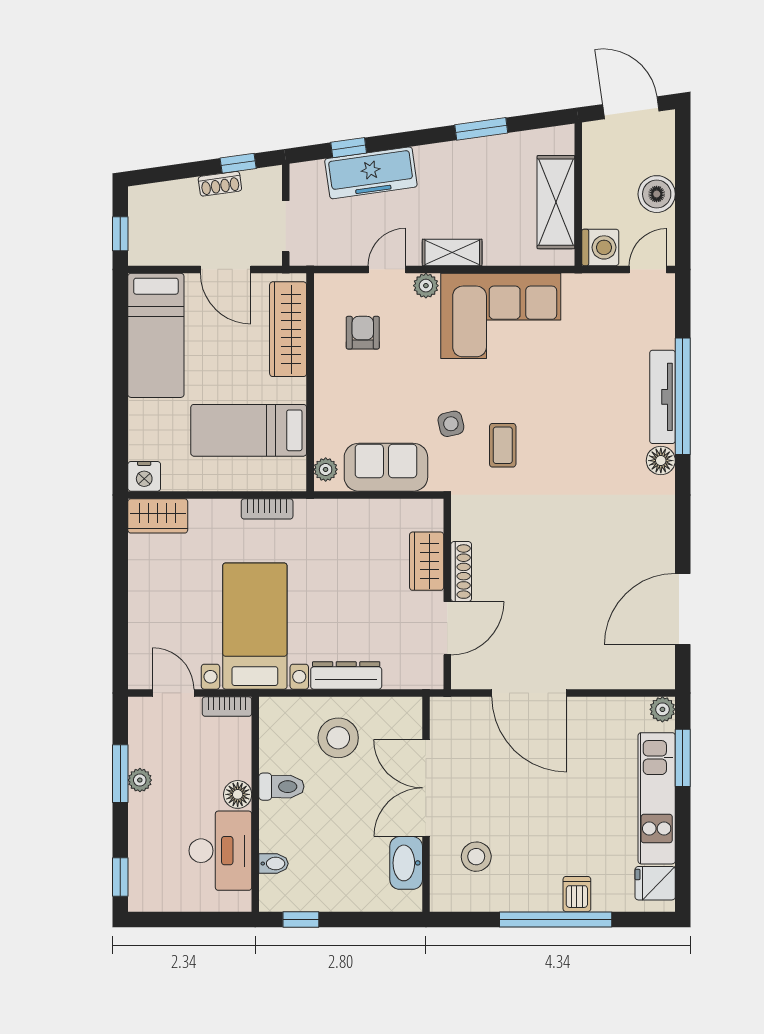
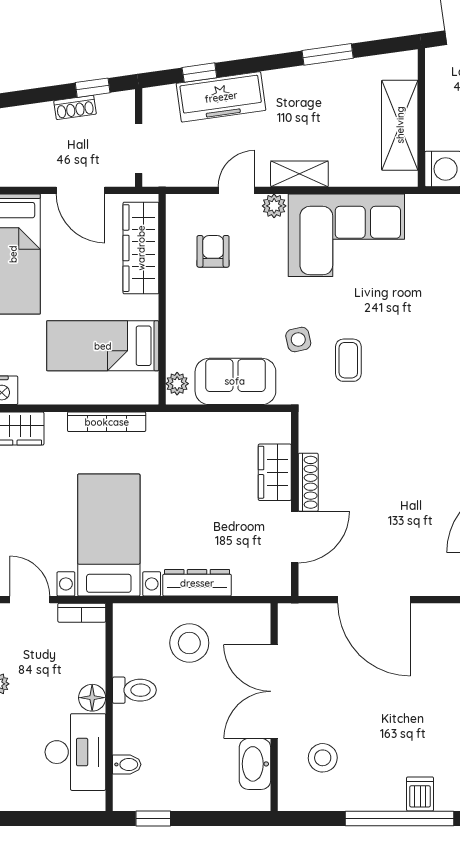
bookcase: (267, 509) -> (107, 422), width x1.56

